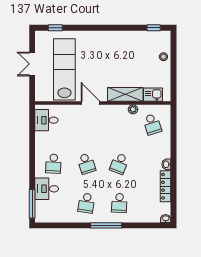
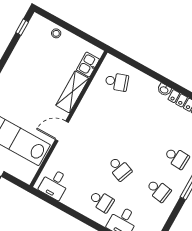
plant: (133, 109) -> (91, 92), removed
school desk: (86, 164) -> (120, 169), turned 39
school desk: (119, 164) -> (138, 136), removed

